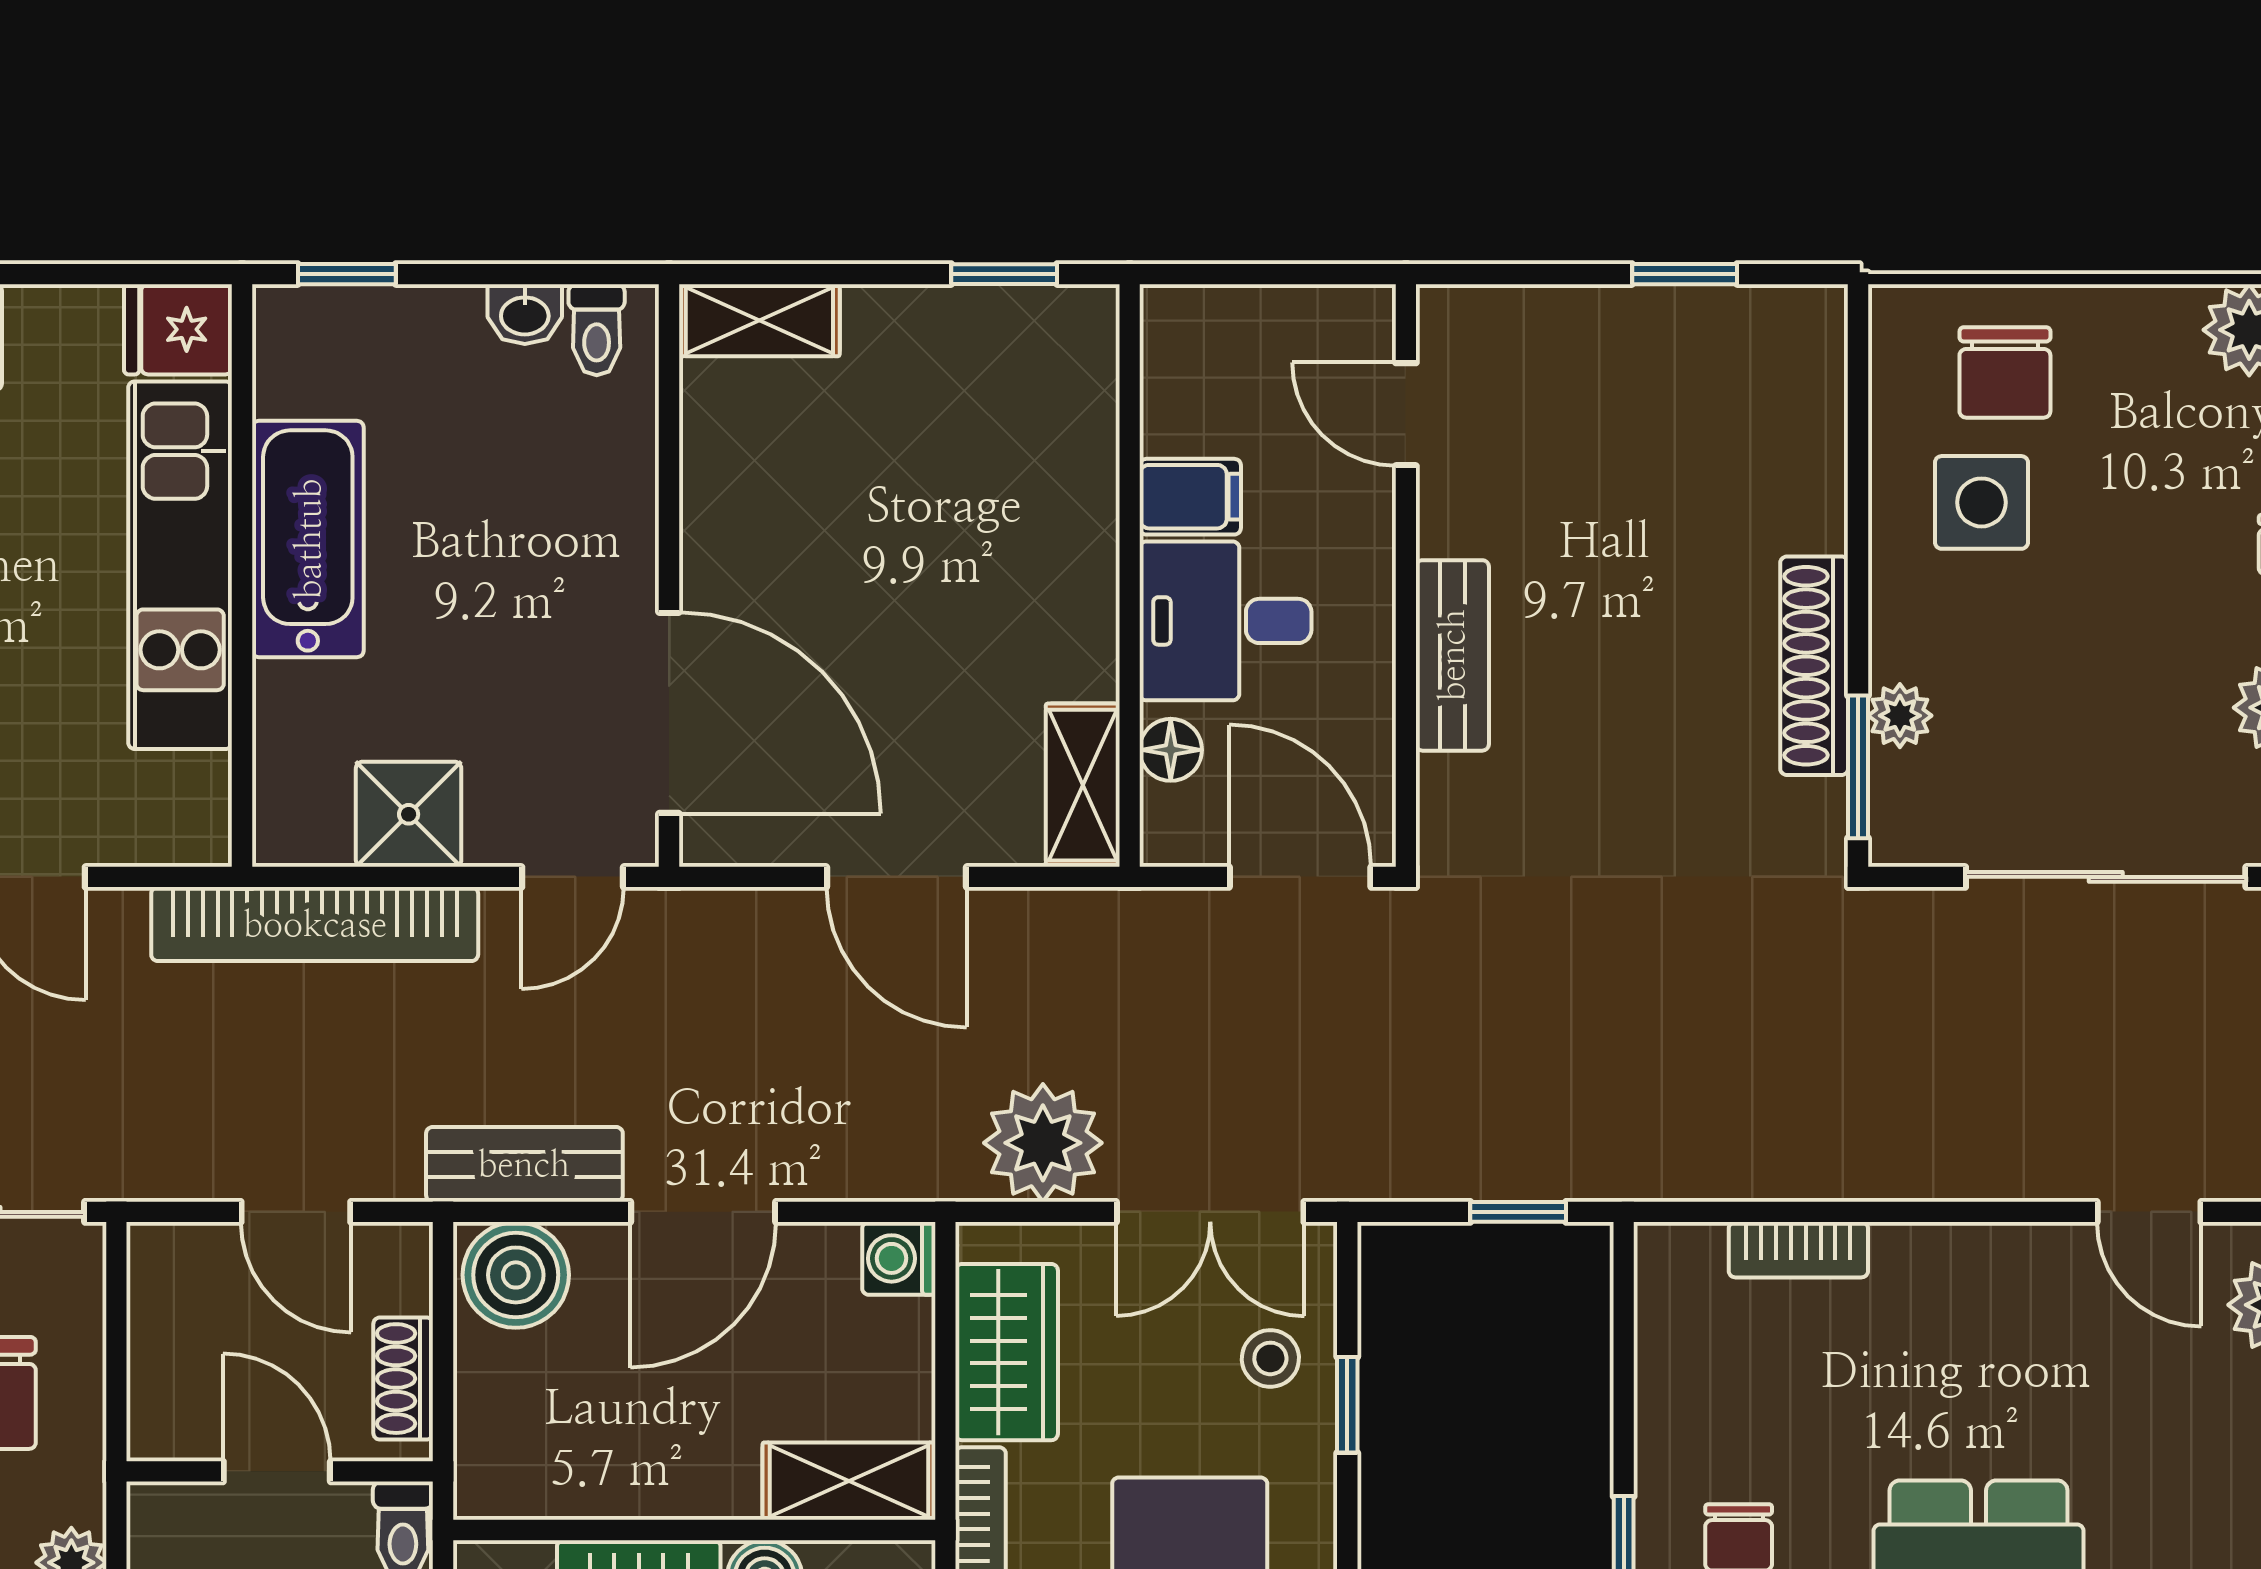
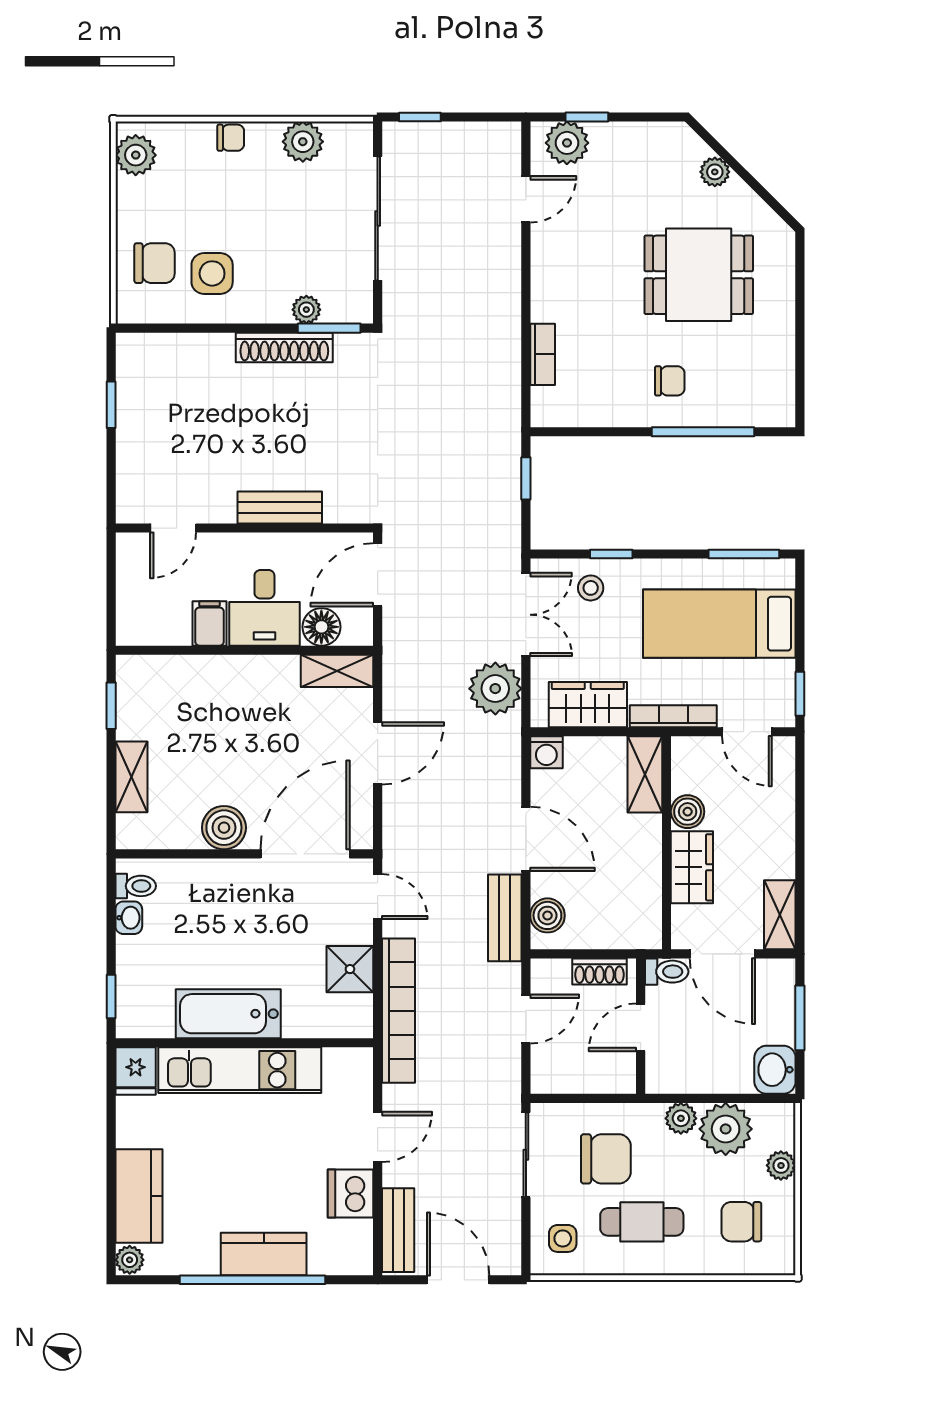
shelving: (759, 320) -> (131, 777), moved
boiler: (728, 529) -> (224, 828), added
floor lamp: (1171, 750) -> (321, 627), width x1.37, depth x1.37
boiler: (516, 1275) -> (547, 915), width x0.73, depth x0.73

